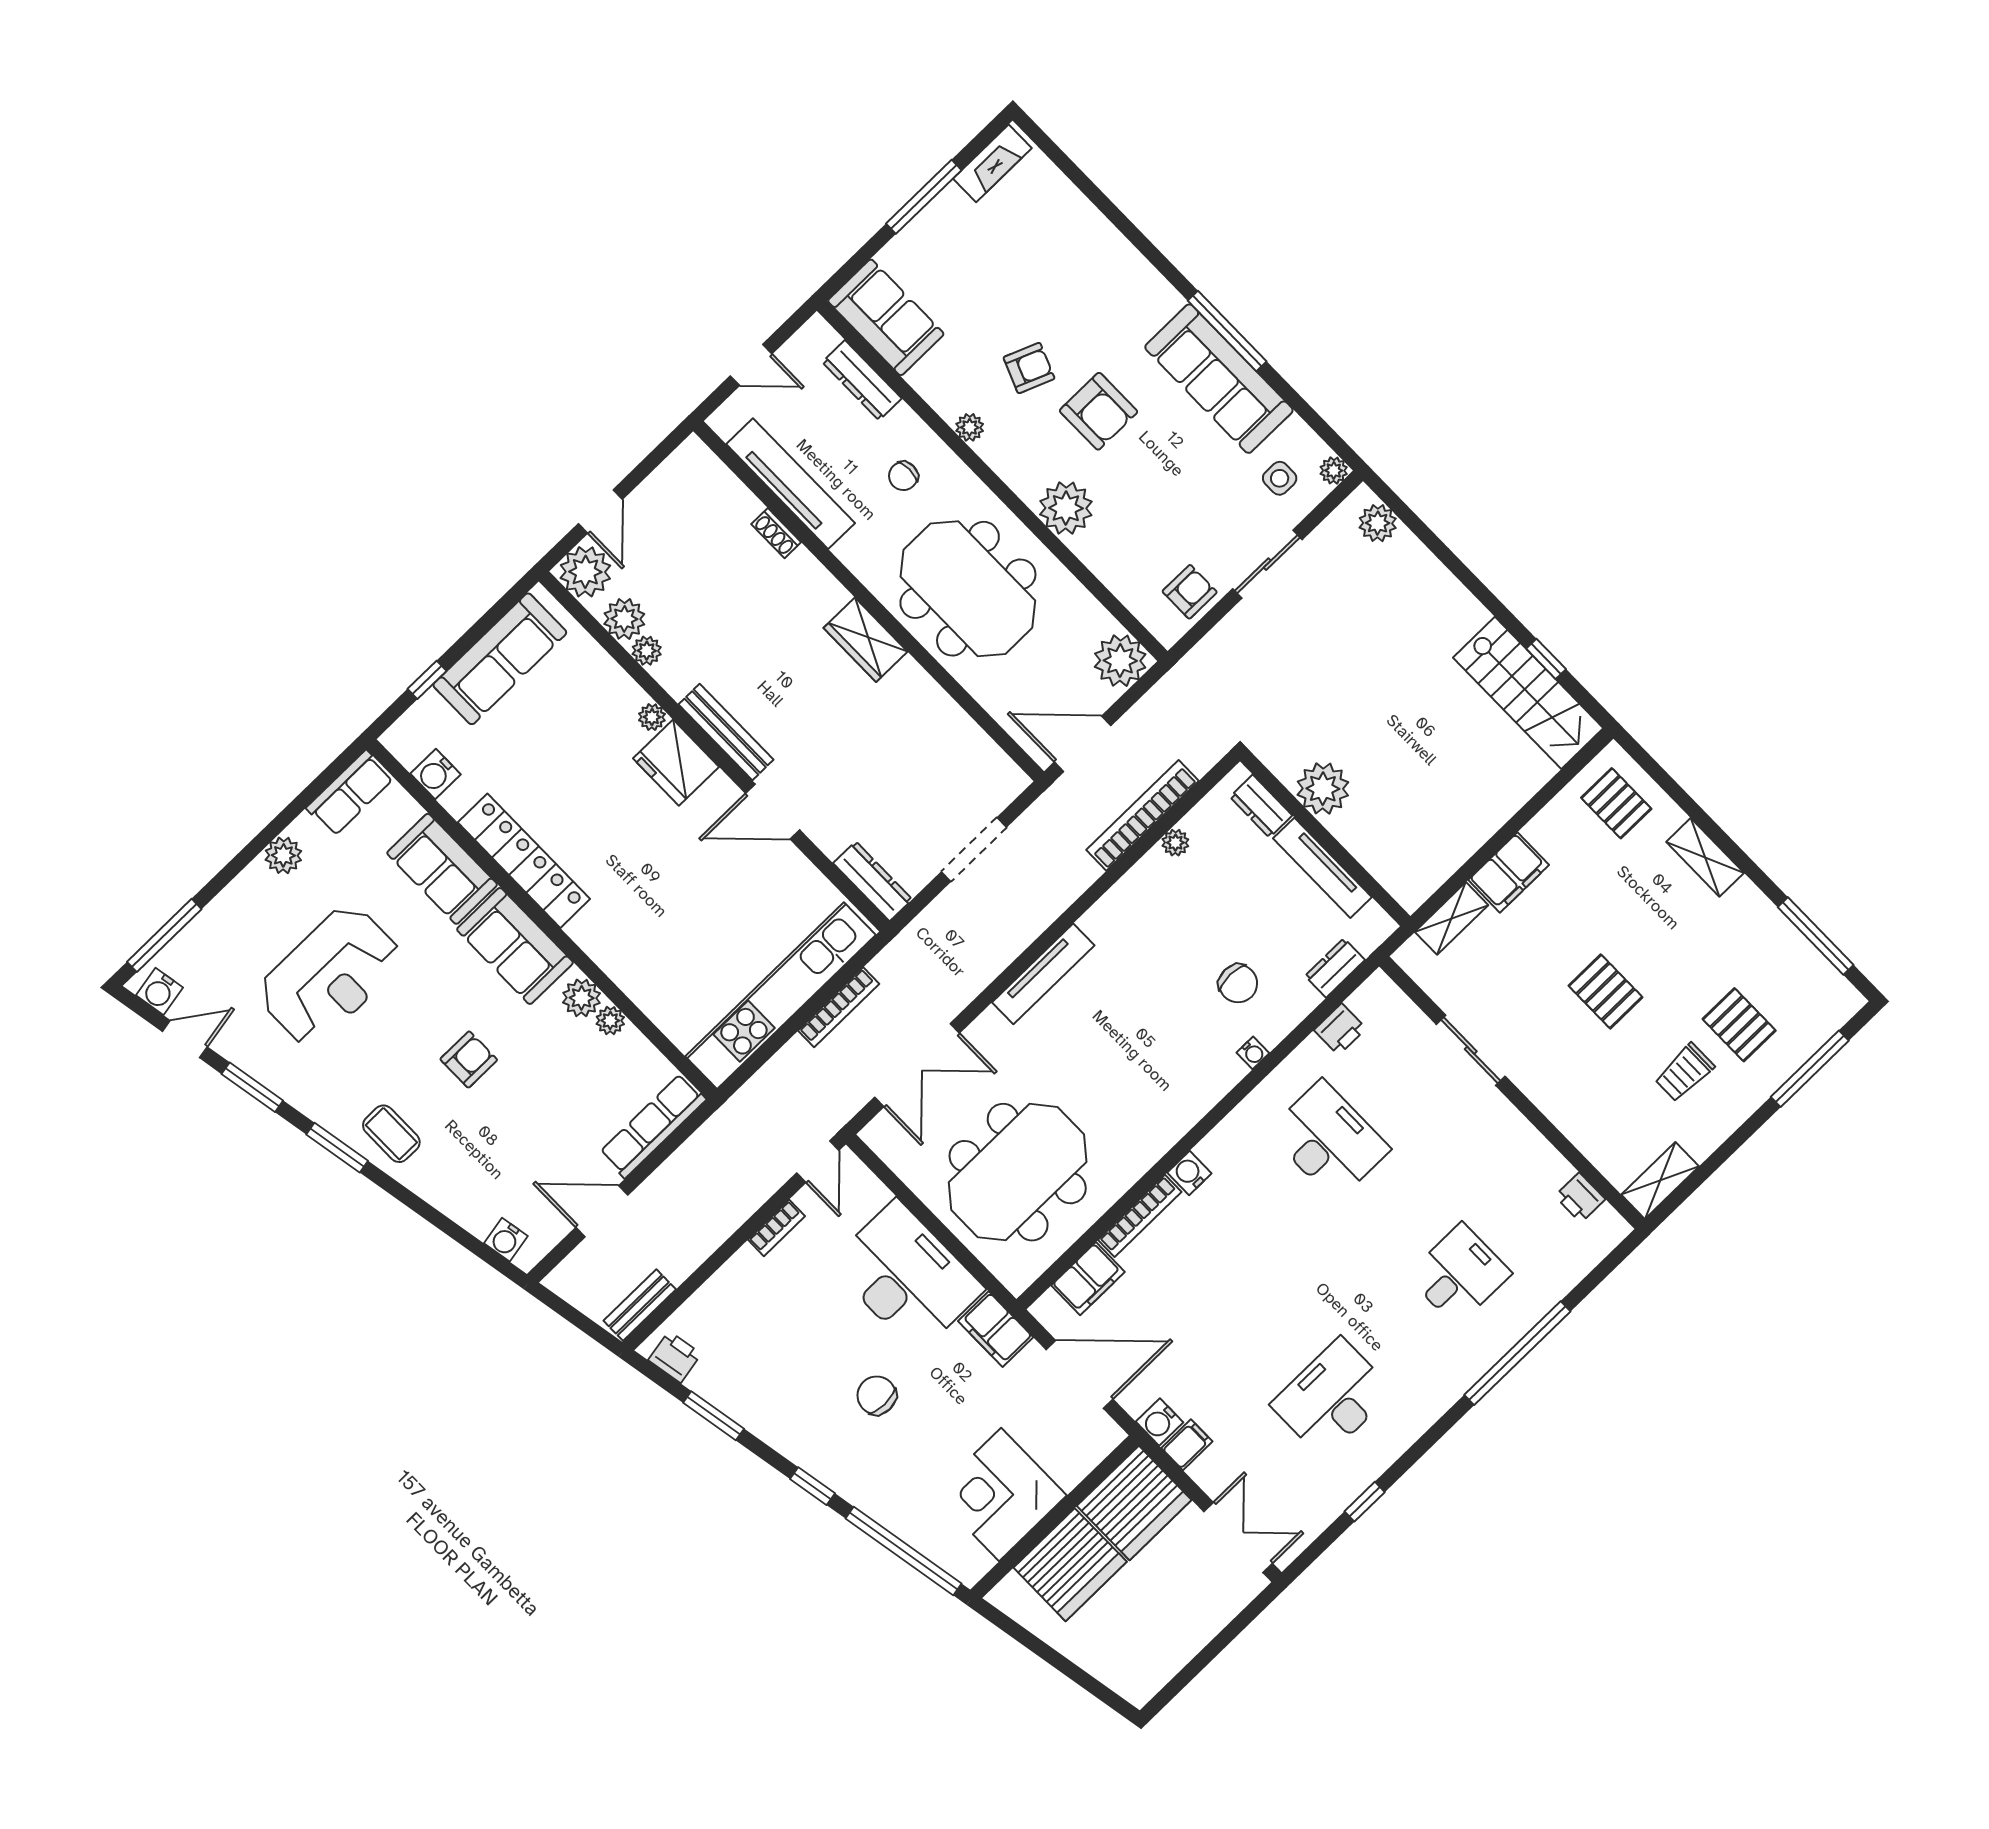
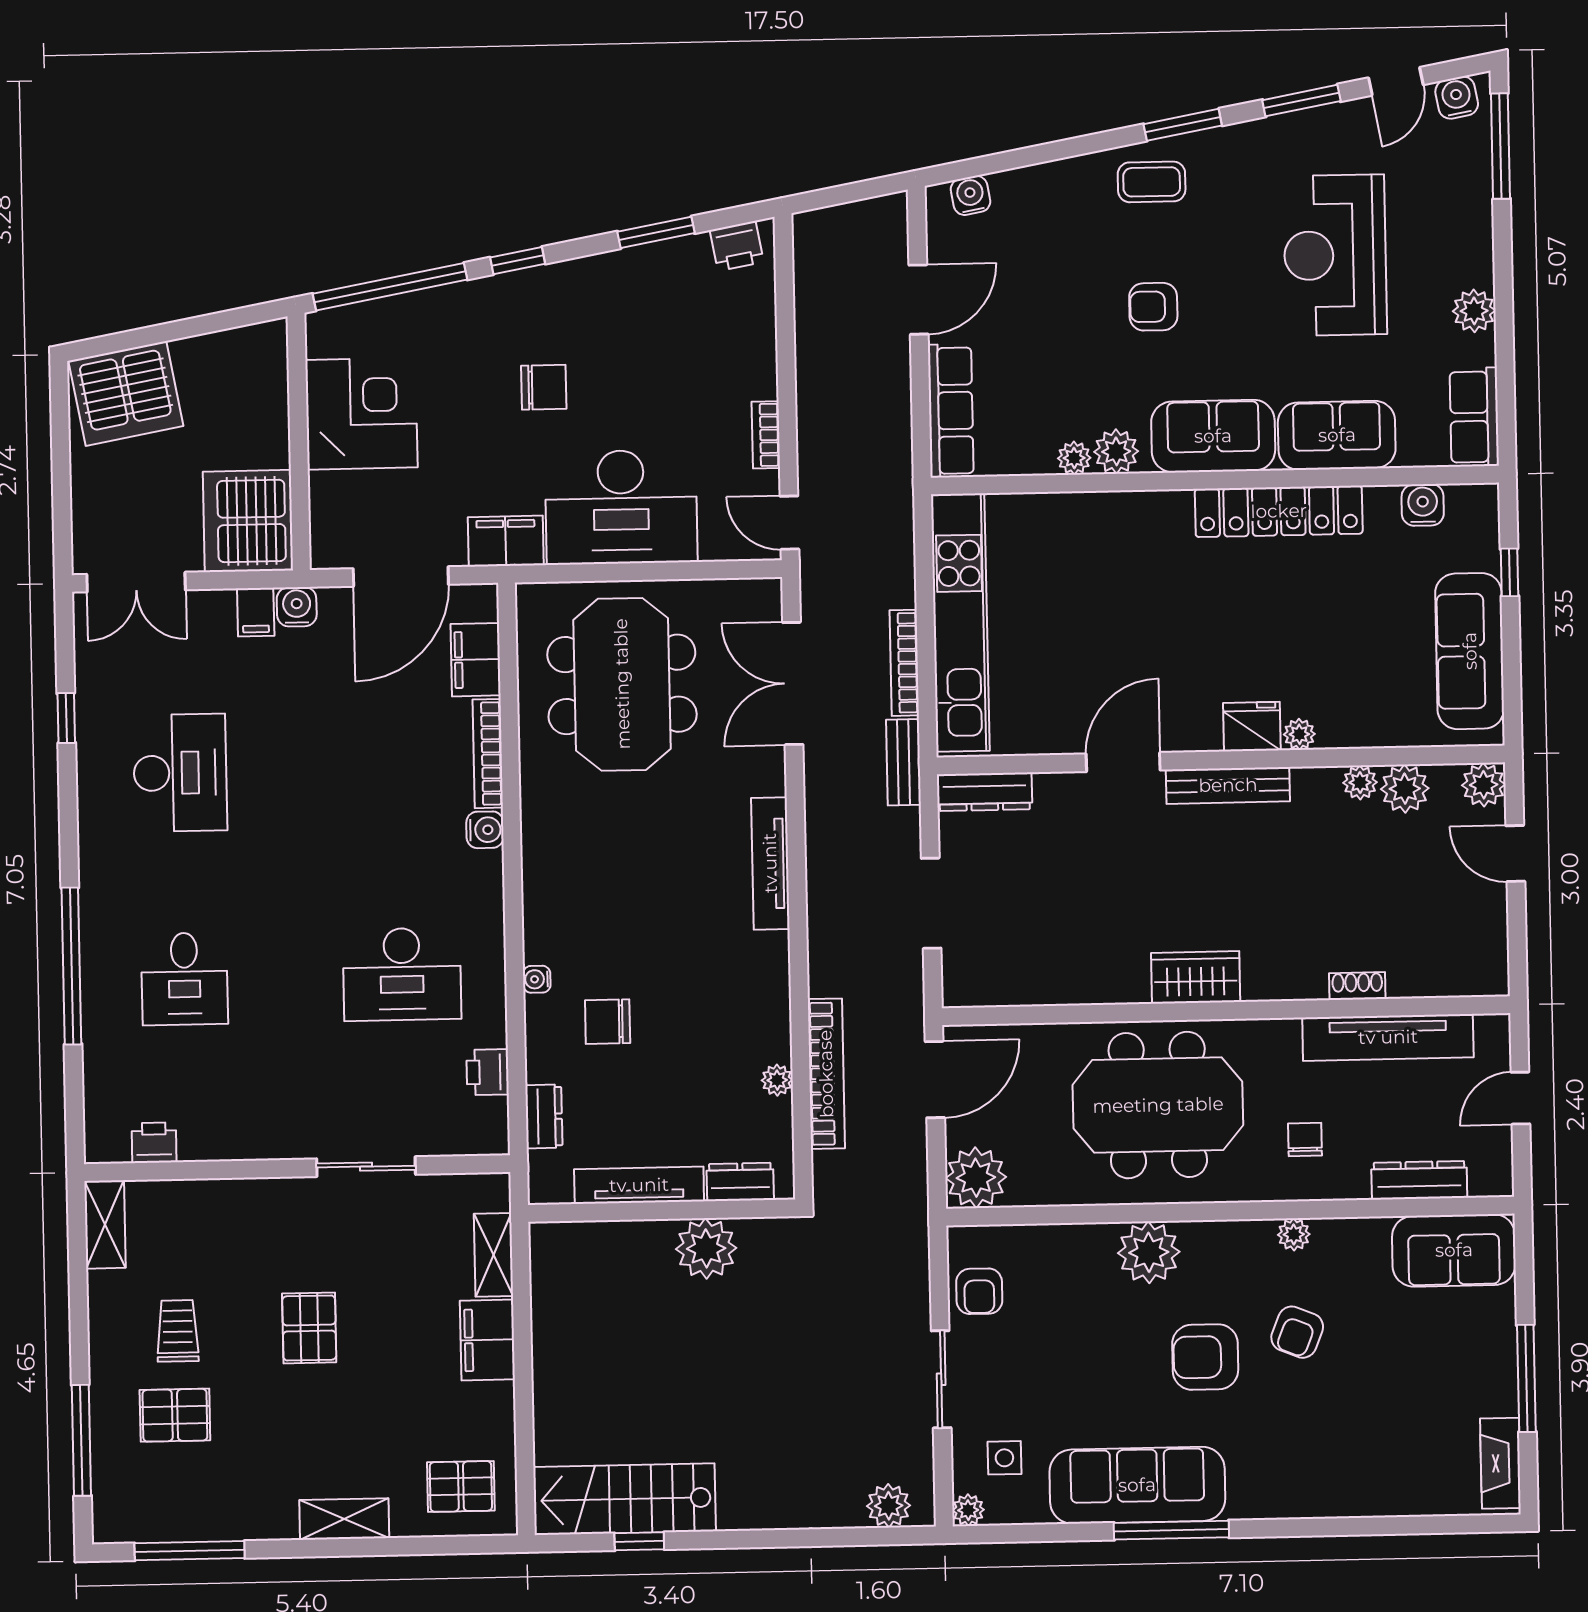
plant: (585, 572) -> (1484, 785), width x0.73, depth x0.73
fridge: (676, 763) -> (1252, 727), width x0.73, depth x0.75
pallet: (1606, 991) -> (309, 1328), turned 90
armchair: (469, 1059) -> (1153, 307), turned 90
bench: (640, 1305) -> (903, 762), moved
server rack: (1070, 1565) -> (126, 394), moved, turned -100

